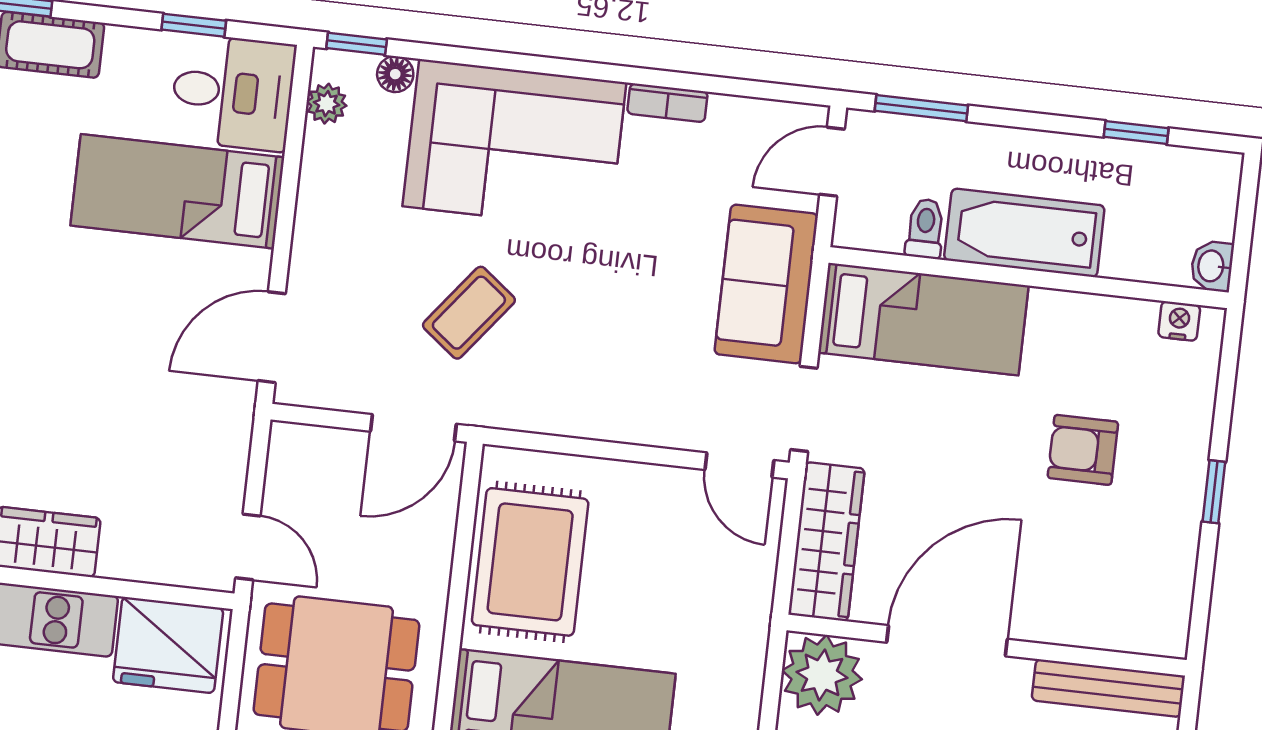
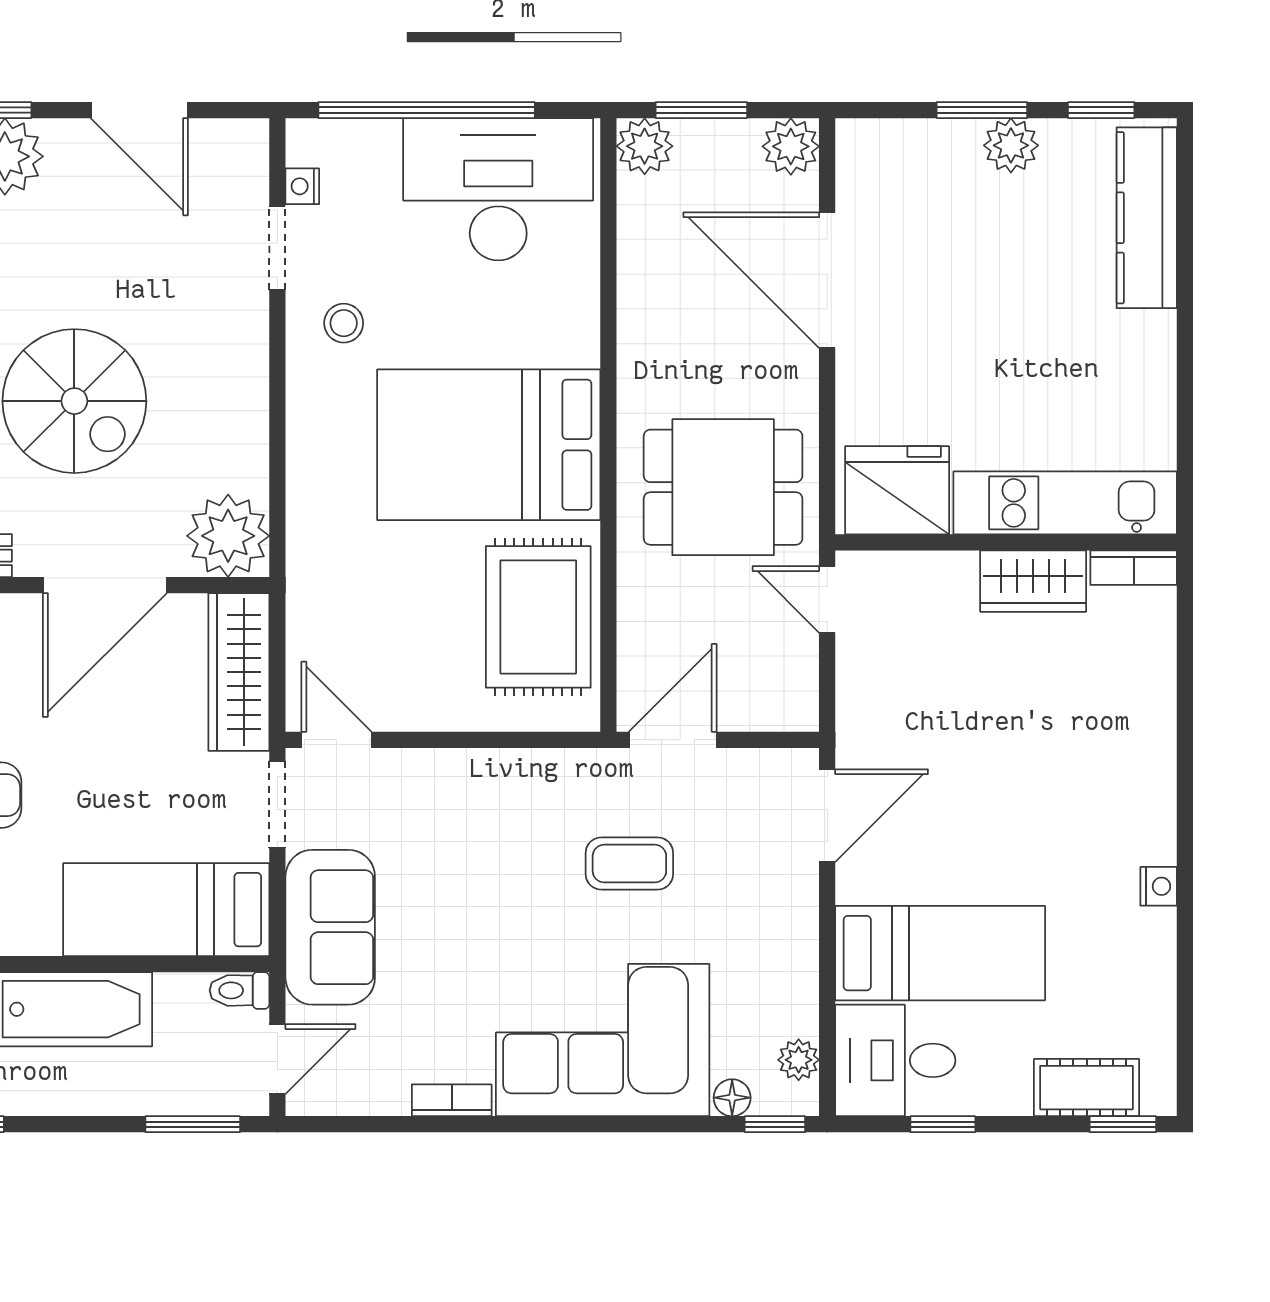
toilet: (925, 229) -> (239, 990), moved, turned 90
coffee table: (469, 313) -> (629, 864), turned 52

